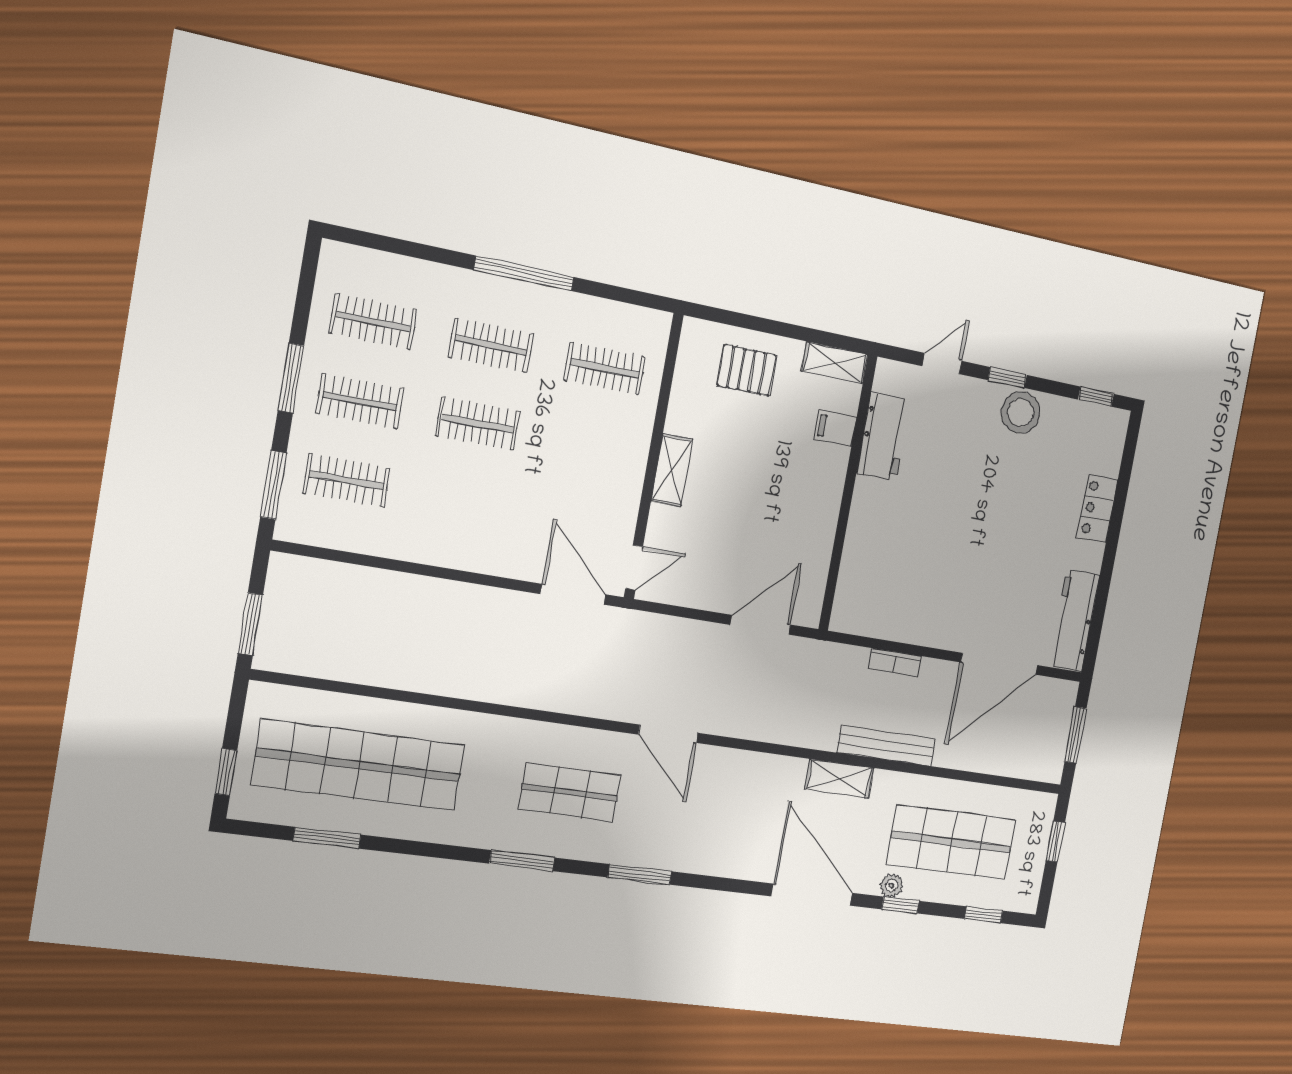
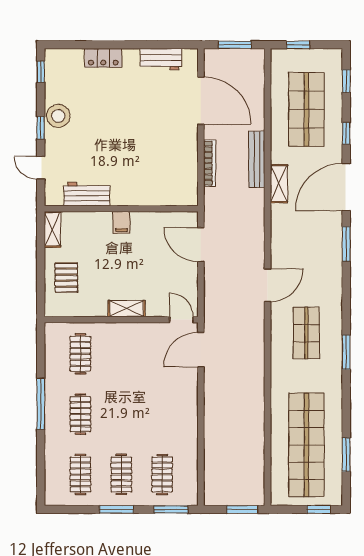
clothes rail: (478, 423) -> (121, 414), removed
filing cabinet: (835, 428) -> (122, 222), moved
workbench: (1074, 620) -> (161, 59), width x0.73
bookcase: (895, 663) -> (210, 163), width x1.56
window: (640, 874) -> (346, 244), moved
plant: (891, 885) -> (336, 141), removed

